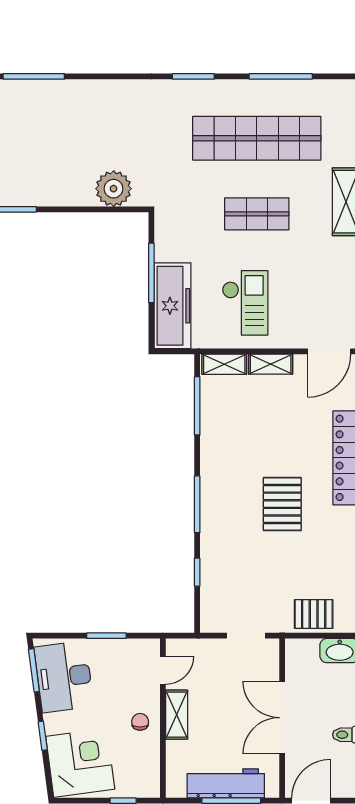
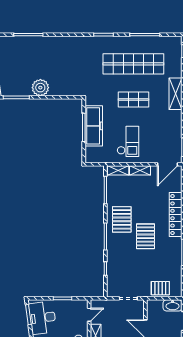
plant: (114, 189) -> (40, 88), moved
freezer: (173, 306) -> (94, 126), moved
pallet: (232, 468) -> (122, 219), added

